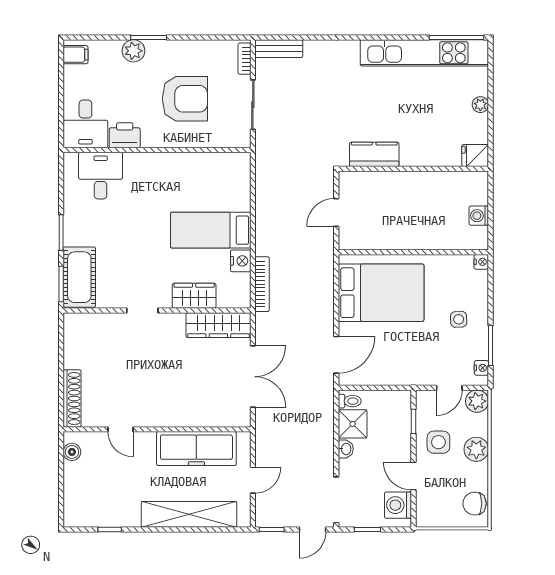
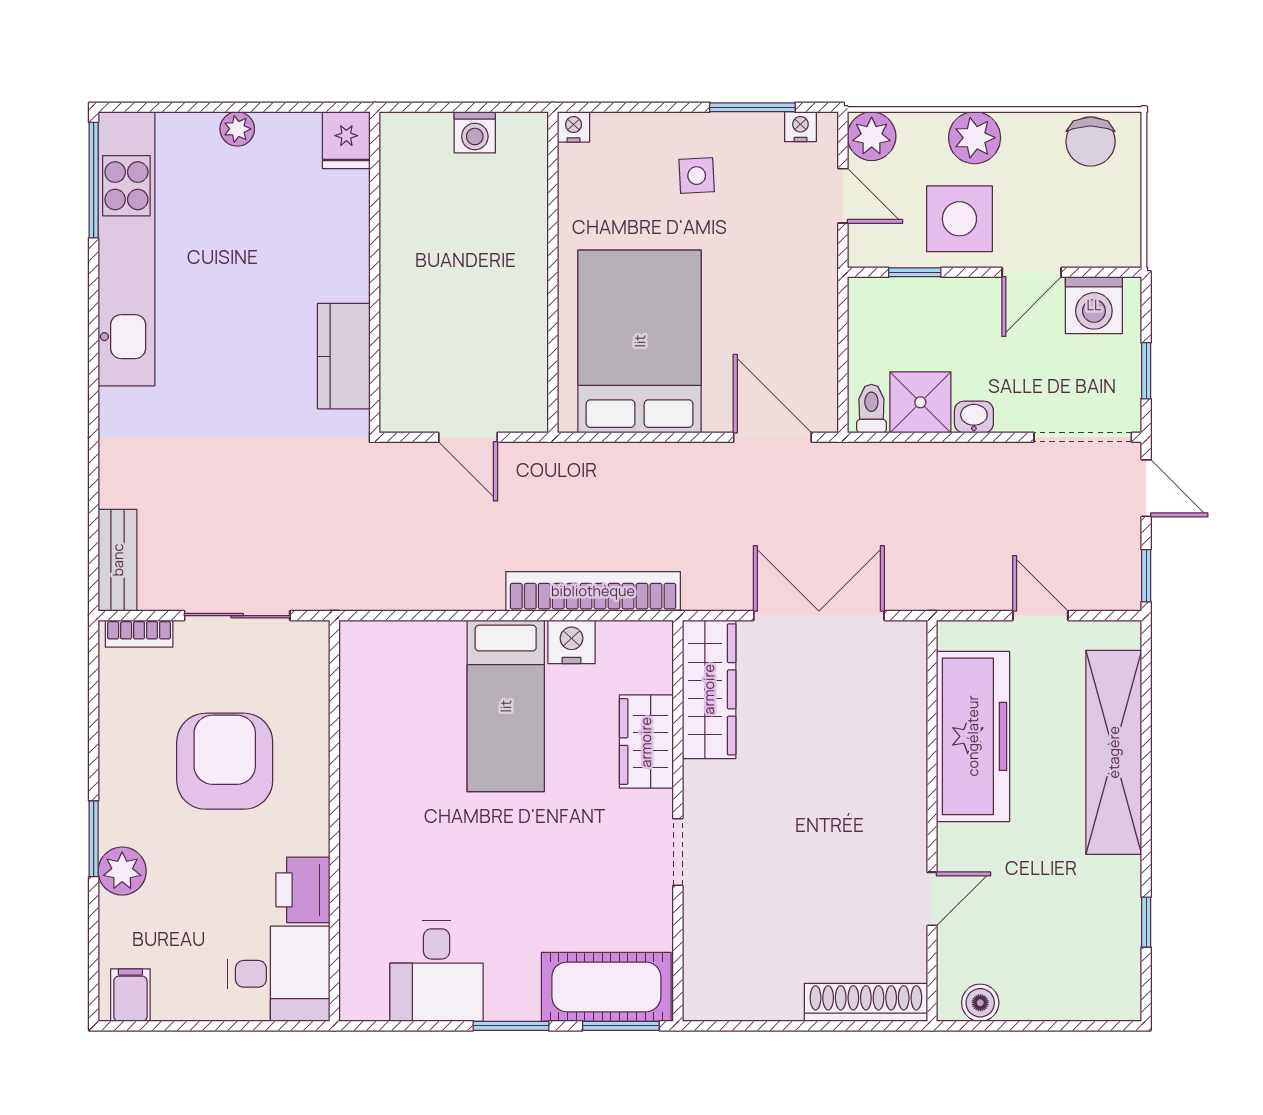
desk: (101, 176) -> (437, 971), moved, turned -90
bookcase: (262, 284) -> (593, 591), width x1.48, depth x1.31
side table: (438, 442) -> (959, 219), width x1.37, depth x1.37

